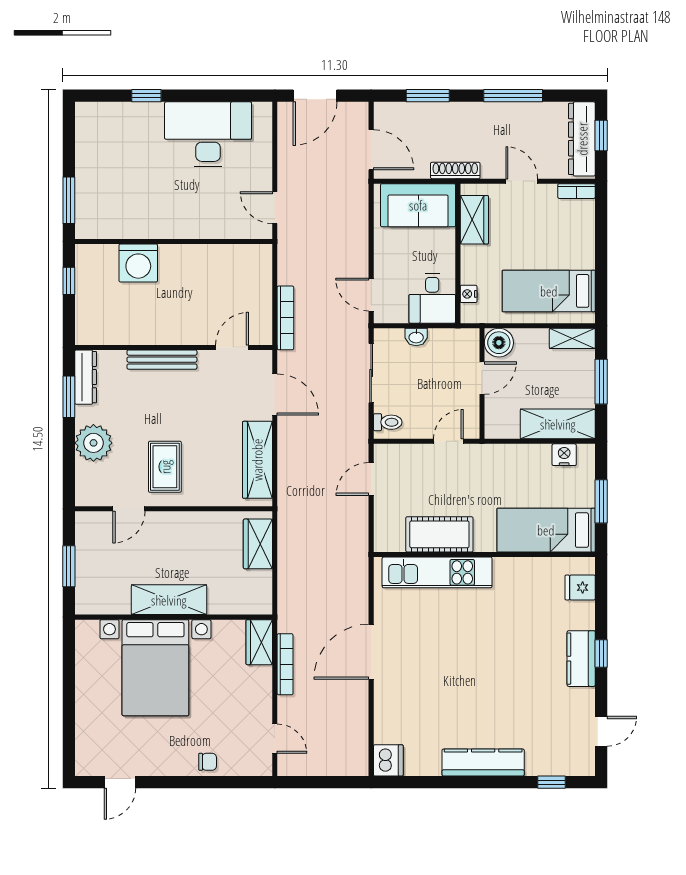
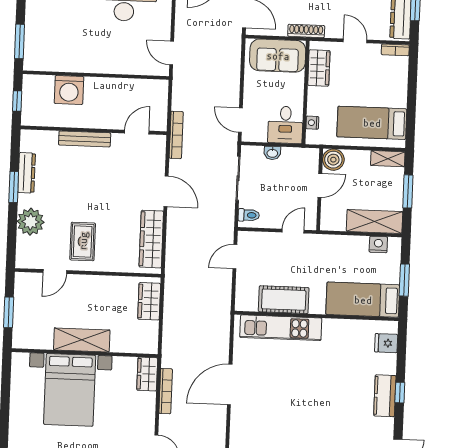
wall: (174, 347) -> (94, 130), moved
door: (232, 347) -> (137, 132), moved
bench: (162, 360) -> (85, 139), moved

